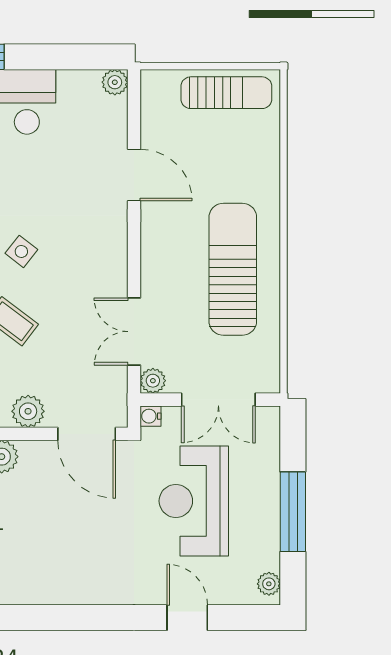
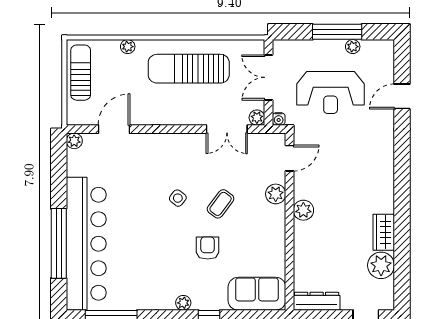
plant: (269, 170) -> (128, 47), added
door: (134, 175) -> (114, 129), moved
double door: (218, 400) -> (268, 77), swing flipped
door: (87, 434) -> (289, 158), width x0.73
plant: (269, 584) -> (353, 47), moved

